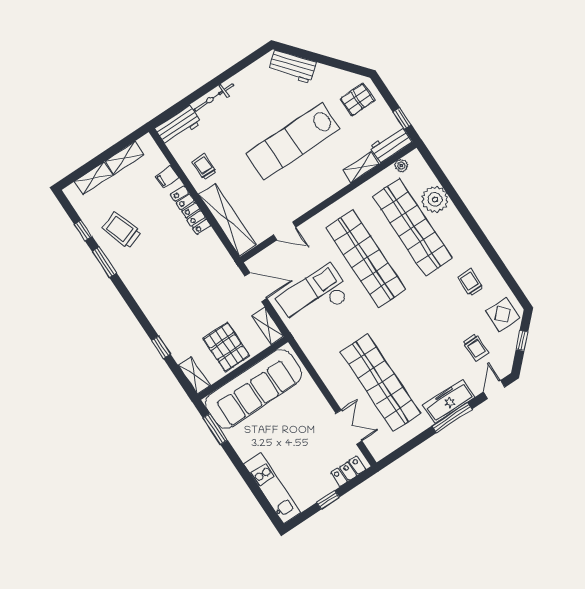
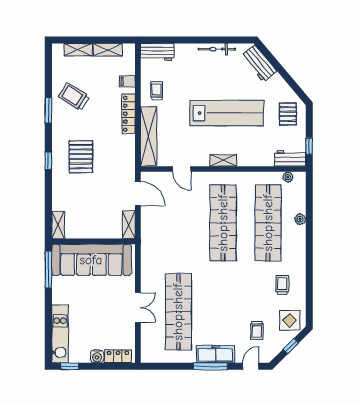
bicycle: (214, 97) -> (217, 49), moved
pallet: (358, 100) -> (288, 114), turned 90
lab bench: (293, 141) -> (227, 113), turned 180
shelving: (361, 167) -> (223, 160), moved
plant: (435, 199) -> (300, 219), width x0.53, depth x0.53
window: (83, 230) -> (48, 80), removed
trolley: (122, 230) -> (74, 97), turned -39
checkout: (314, 297) -> (172, 225), removed
window: (161, 347) -> (48, 161), moved
pallet: (226, 347) -> (81, 157), moved
double door: (349, 427) -> (138, 308), moved
window: (215, 429) -> (48, 270), width x1.44
water cooler: (326, 486) -> (97, 356), added
window: (328, 500) -> (70, 366), moved

